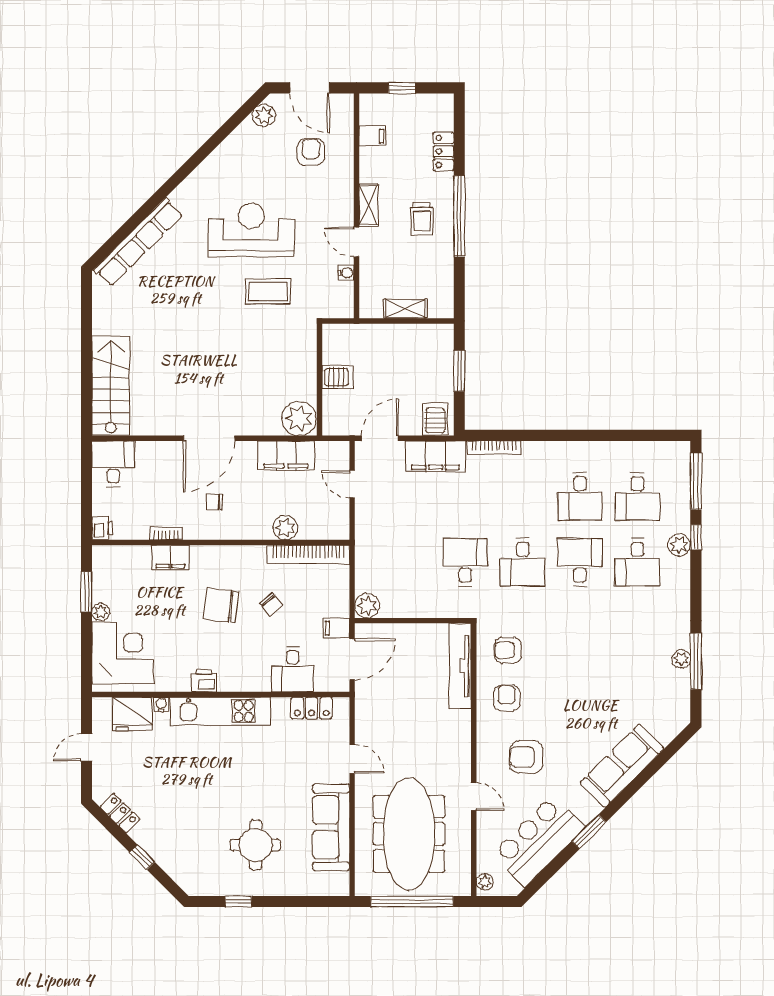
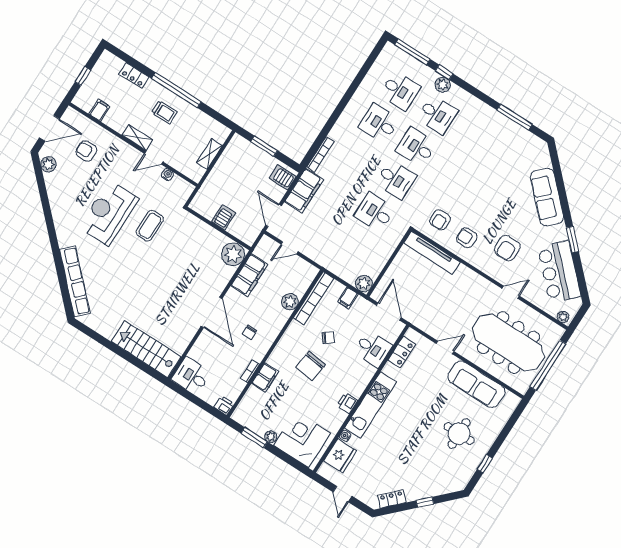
desk: (580, 497) -> (379, 123), turned 180
filing cabinet: (336, 628) -> (348, 298), moved
plant: (681, 659) -> (508, 125), removed

